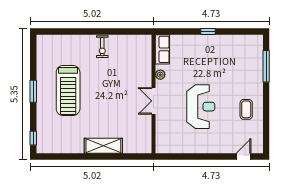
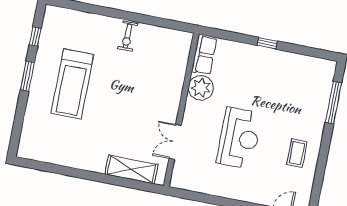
plant: (160, 75) -> (201, 88), width x1.87, depth x1.87
double door: (153, 101) -> (175, 142), moved
window: (33, 138) -> (35, 37), moved
shelving: (103, 146) -> (131, 169), moved

